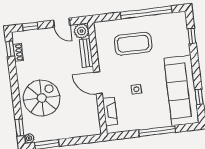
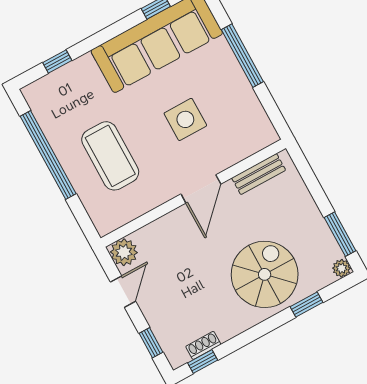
bench: (86, 53) -> (259, 174), moved
side table: (136, 89) -> (185, 119), width x1.87, depth x1.87
spiral stairs: (42, 98) -> (265, 274), turned 90
fireplace: (110, 111) -> (241, 149), removed
window: (20, 127) -> (306, 305), moved

